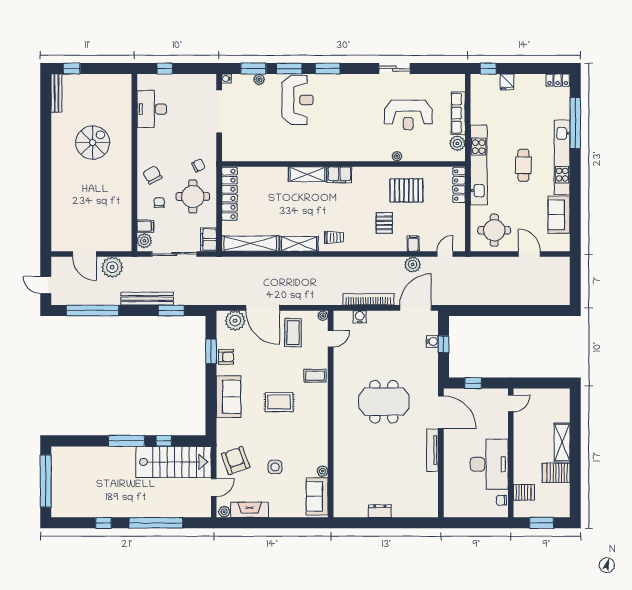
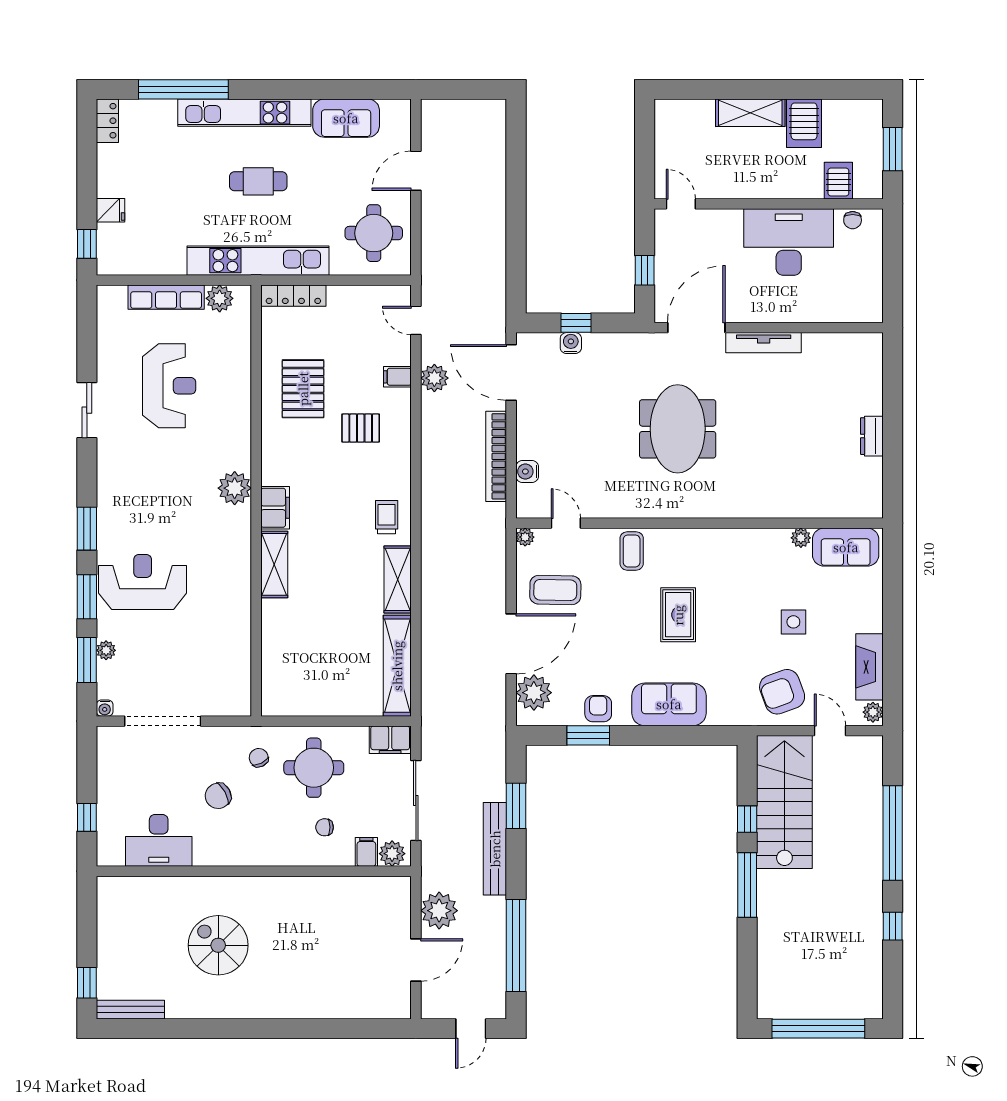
plant: (397, 156) -> (235, 488), moved, width x1.87, depth x1.87
chair: (152, 175) -> (218, 796), moved
locker: (229, 194) -> (309, 703), removed

